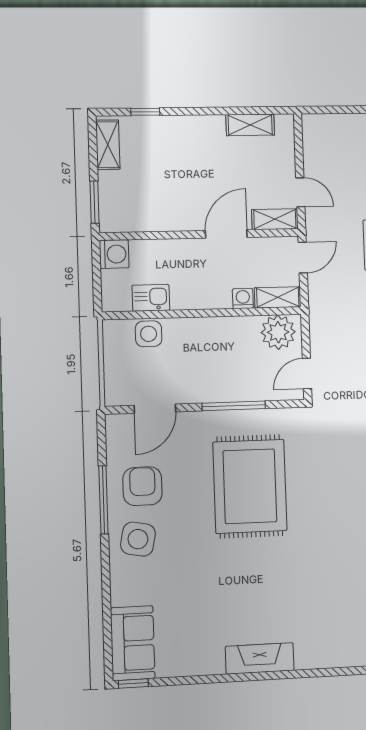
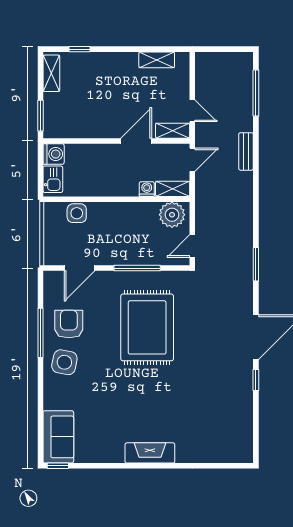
kitchen sink: (151, 298) -> (53, 179), moved, turned 90

